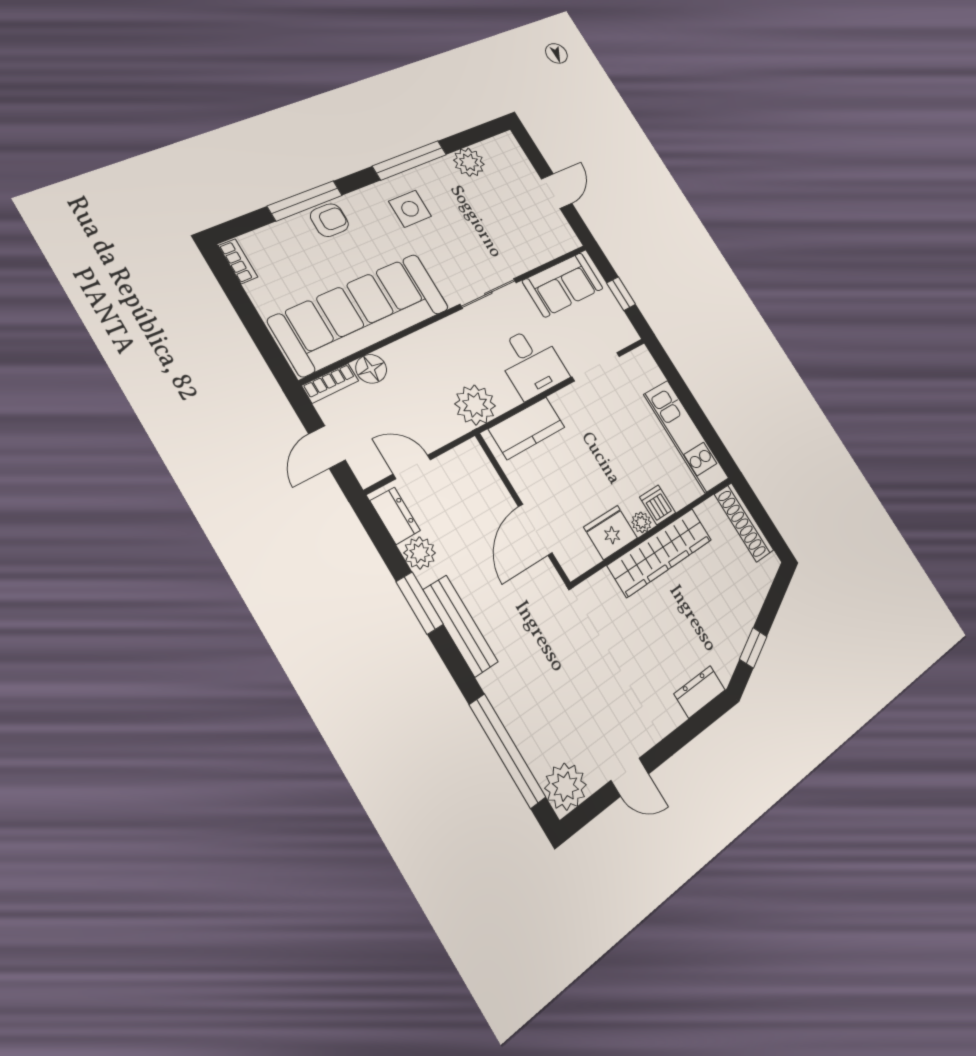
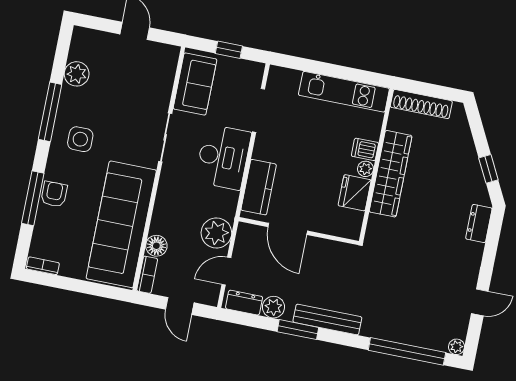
desk: (531, 363) -> (223, 157), width x1.37
plant: (475, 405) -> (216, 233), moved
door: (535, 530) -> (288, 229), moved
plant: (566, 787) -> (456, 347), width x0.53, depth x0.53

